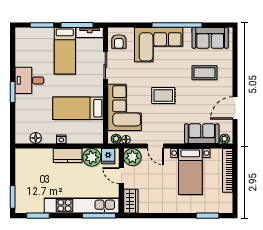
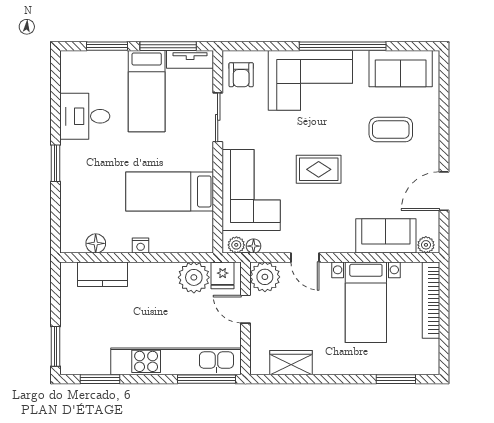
desk: (29, 80) -> (85, 116), moved
kitchen counter: (68, 156) -> (103, 274), moved
wardrobe: (131, 201) -> (291, 363), moved, turned -90

